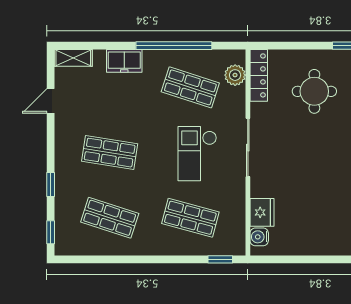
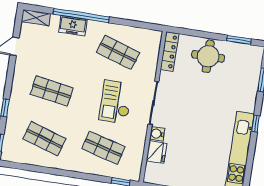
window: (174, 46) -> (81, 16), moved
plant: (235, 75) -> (152, 48), removed
round table: (314, 91) -> (208, 56), moved
water cooler: (259, 237) -> (157, 134), moved

